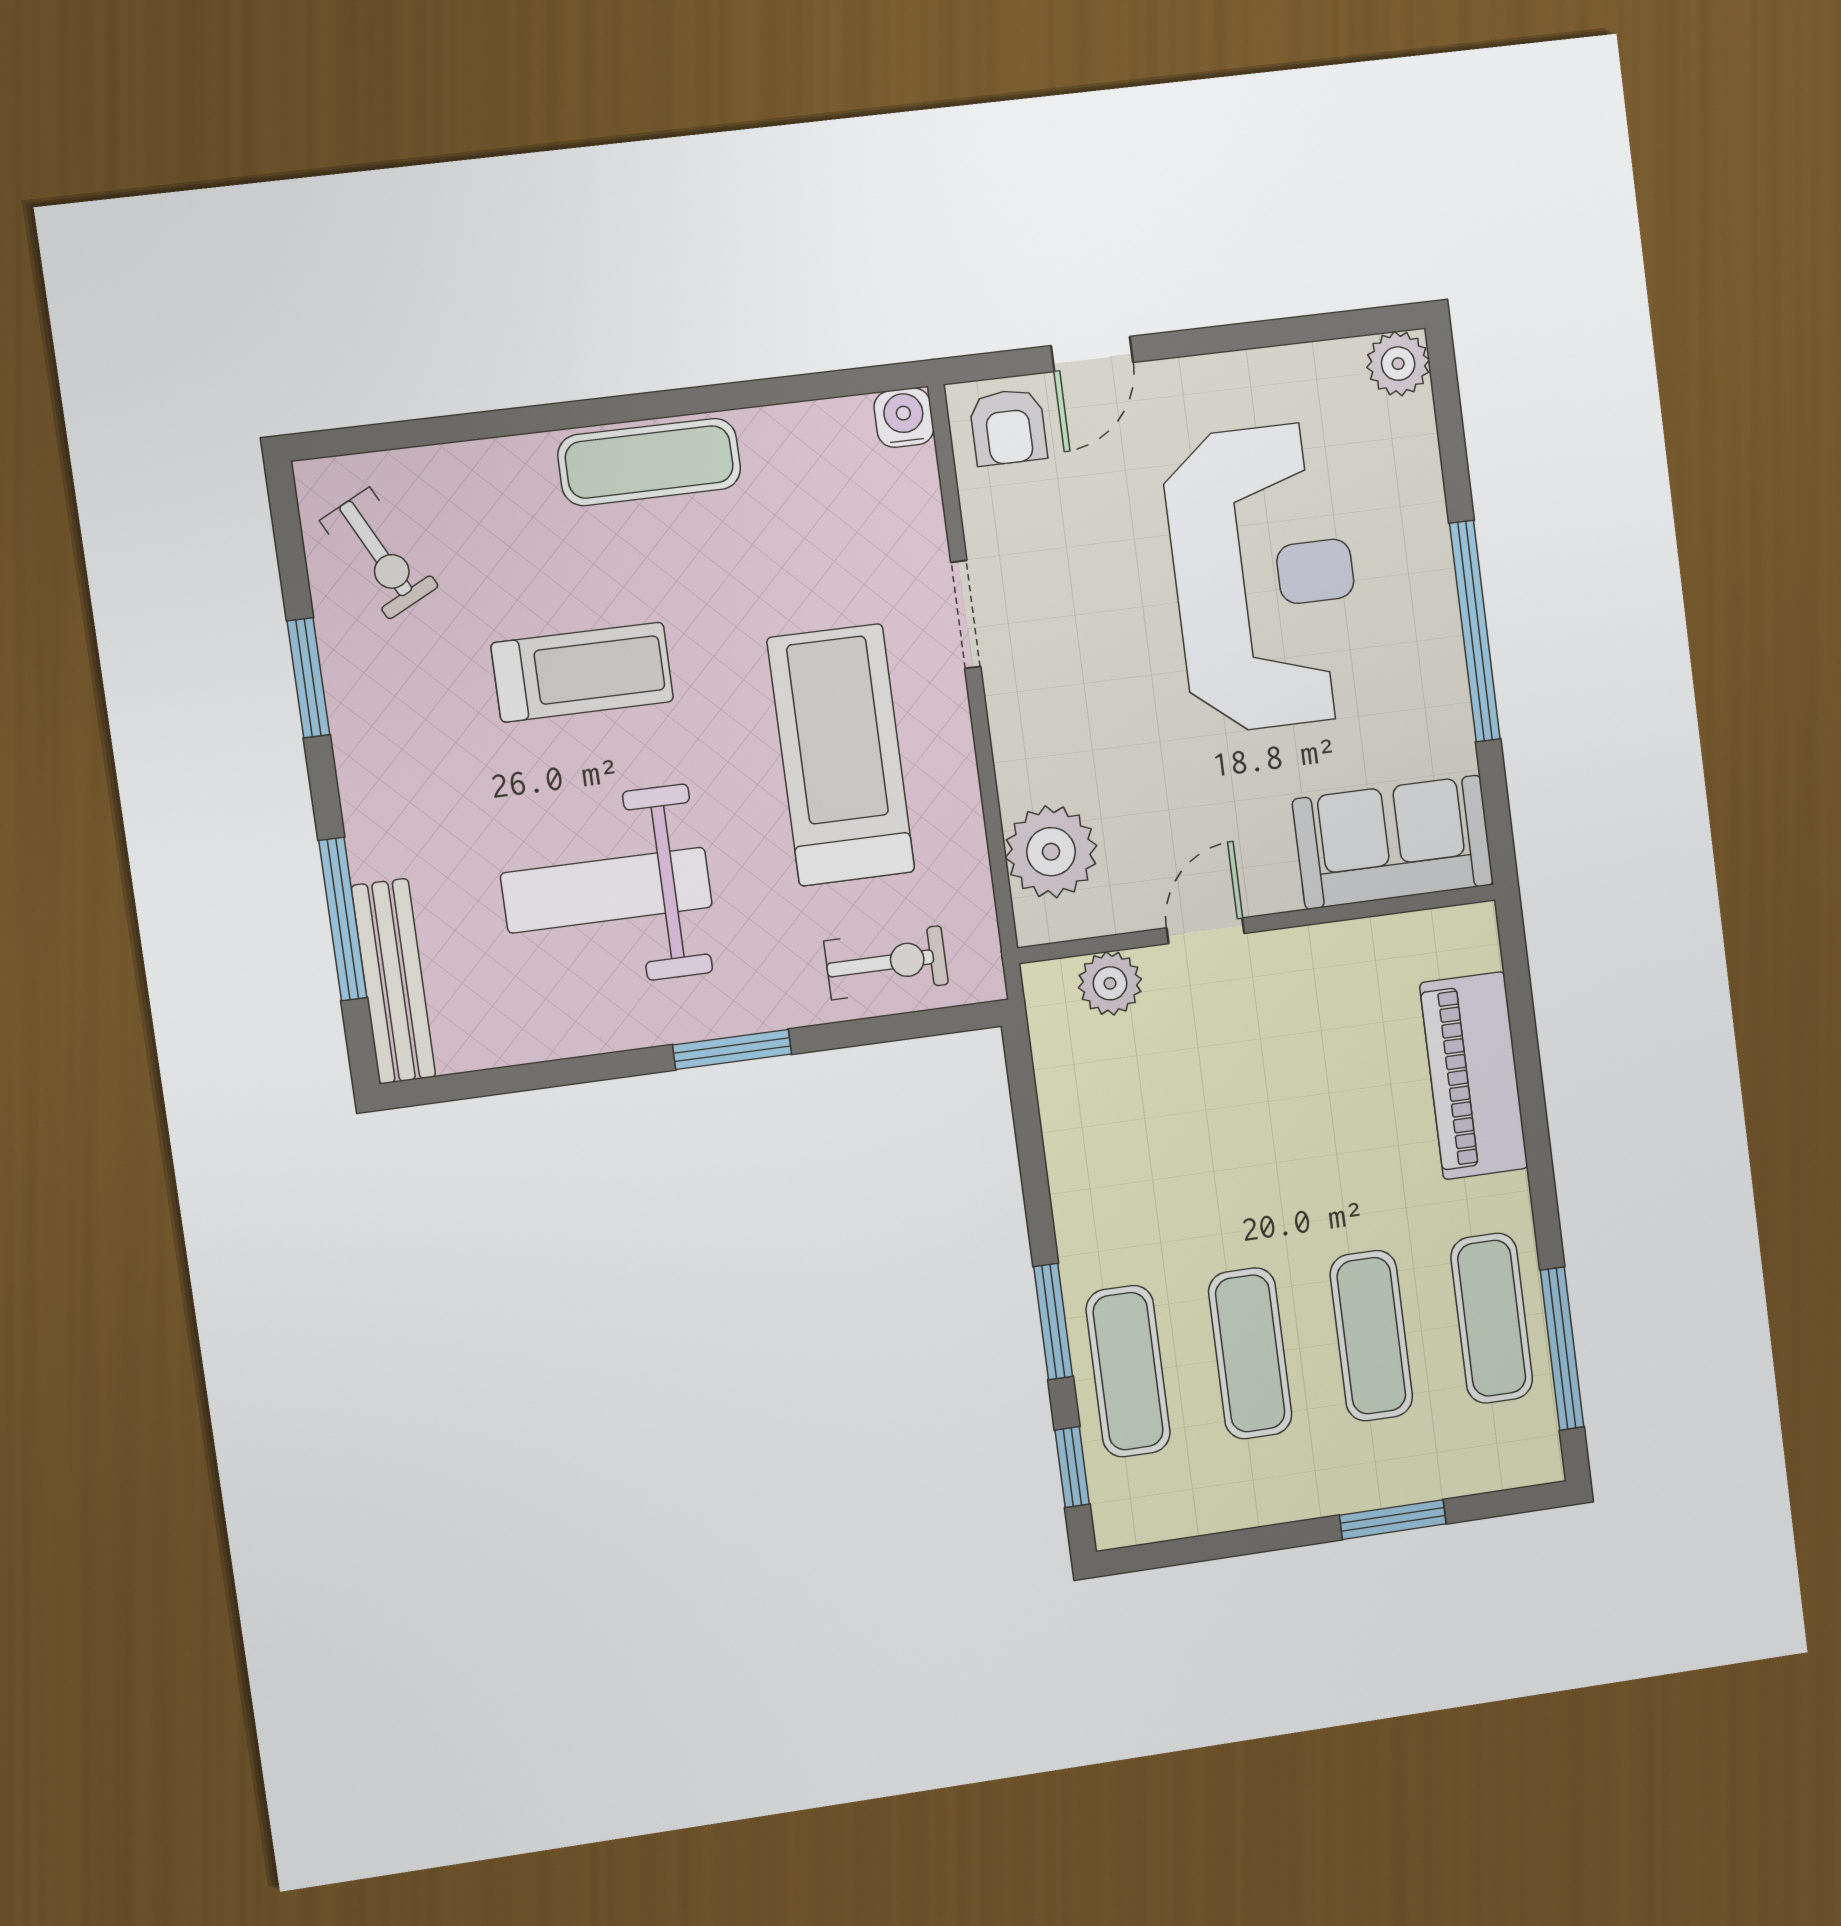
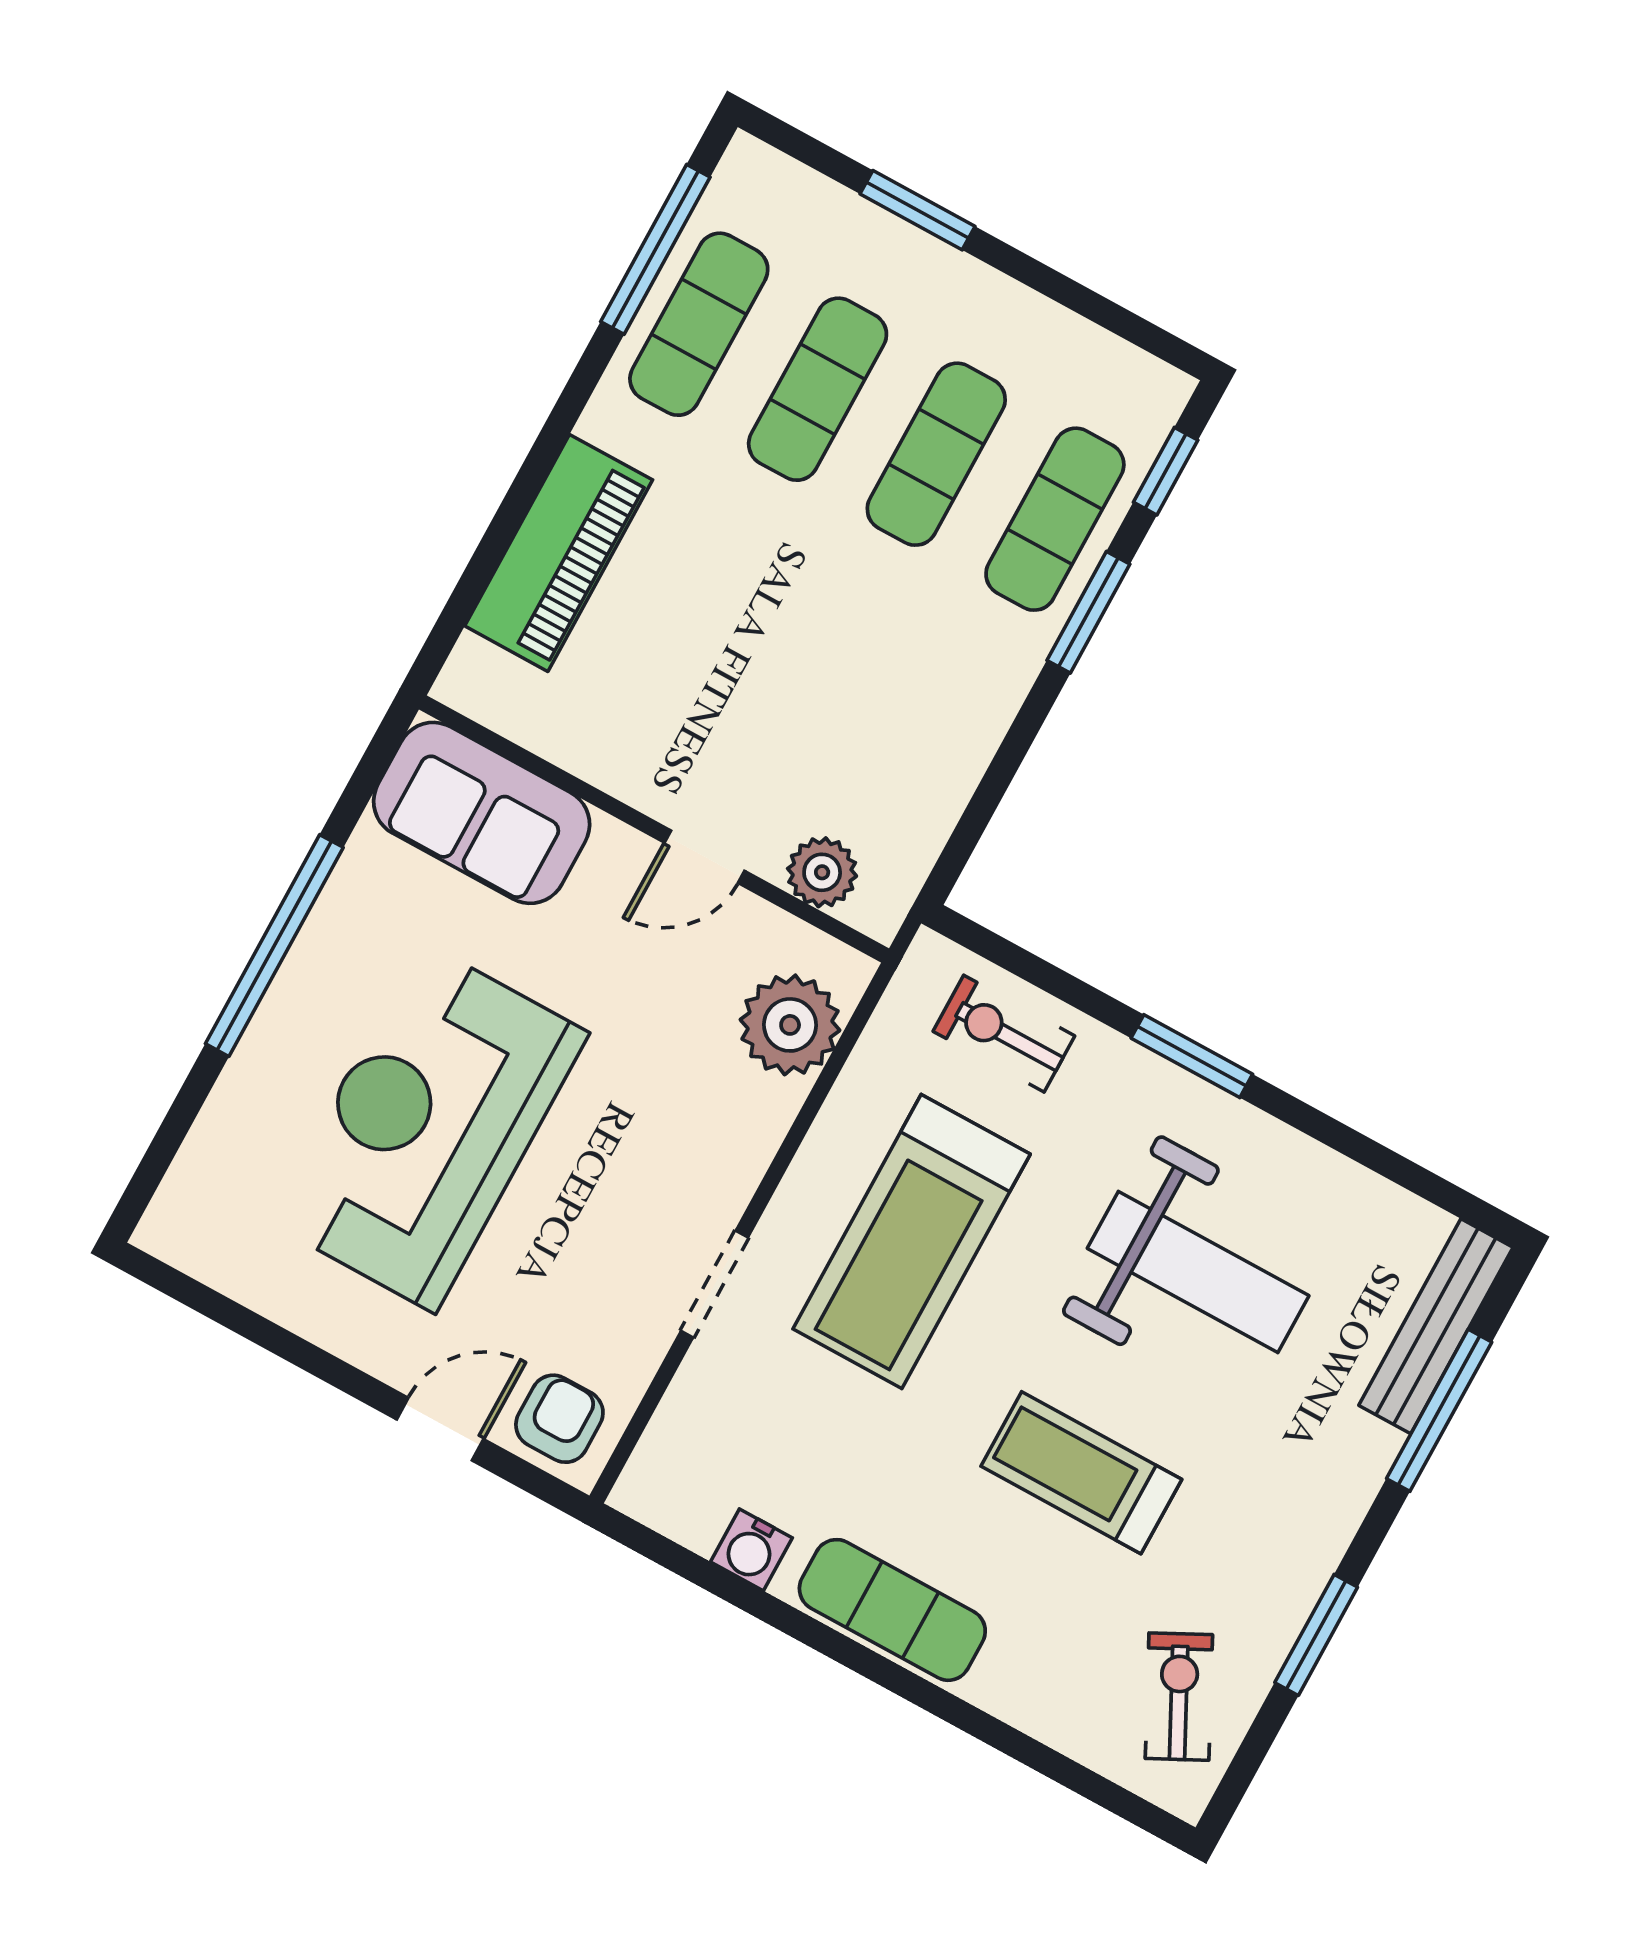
plant: (1398, 364) -> (174, 1229), removed
water cooler: (904, 418) -> (751, 1550), moved

